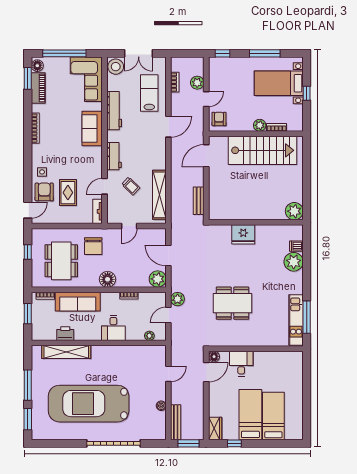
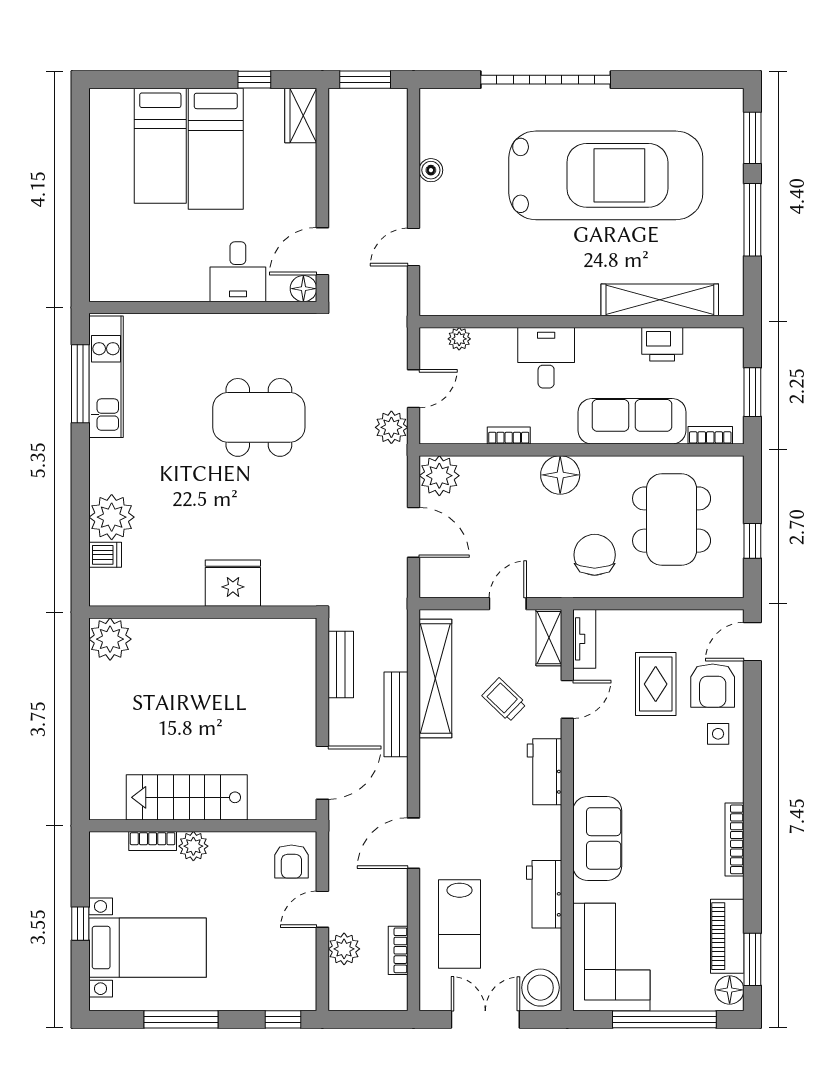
workbench: (114, 111) -> (544, 894), width x0.73
stairs: (262, 150) -> (187, 797), width x0.73, depth x0.66
shelving: (112, 212) -> (549, 638), added
bench: (176, 422) -> (396, 714), moved

